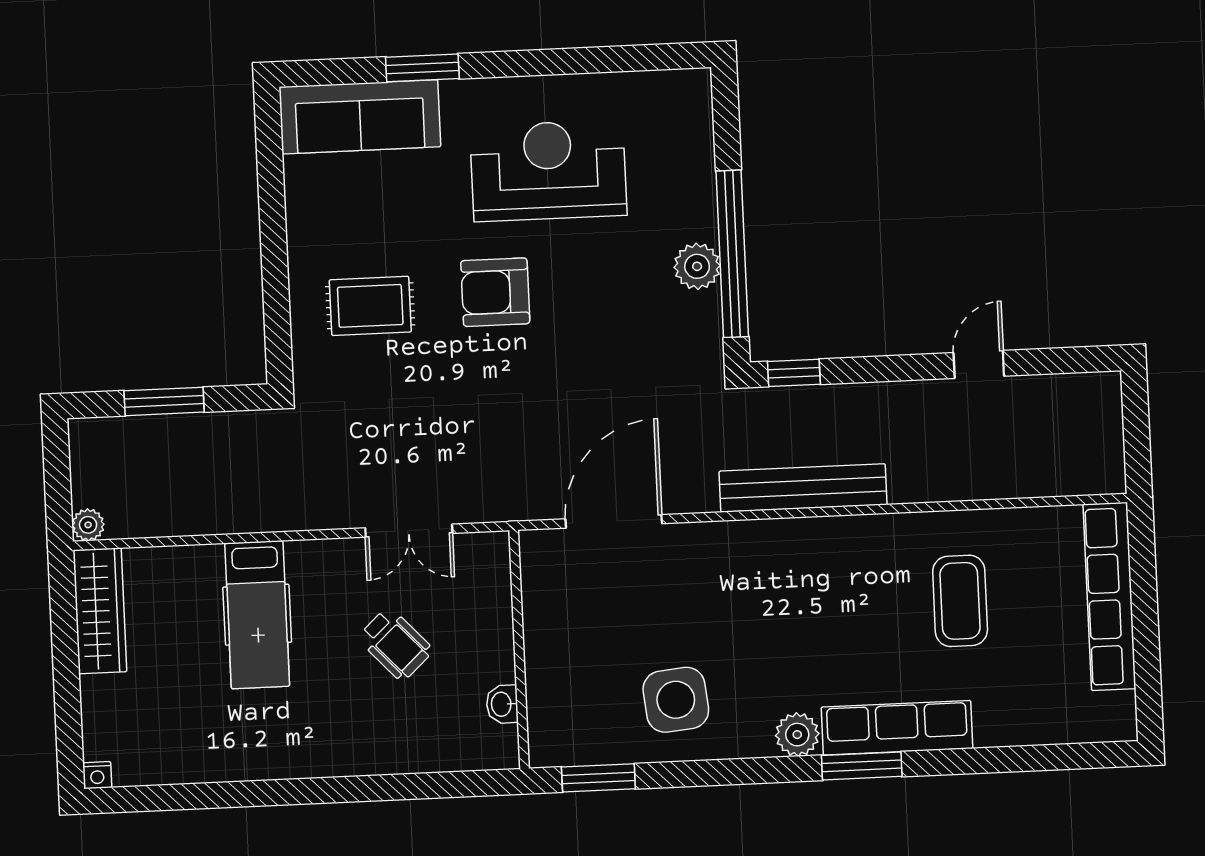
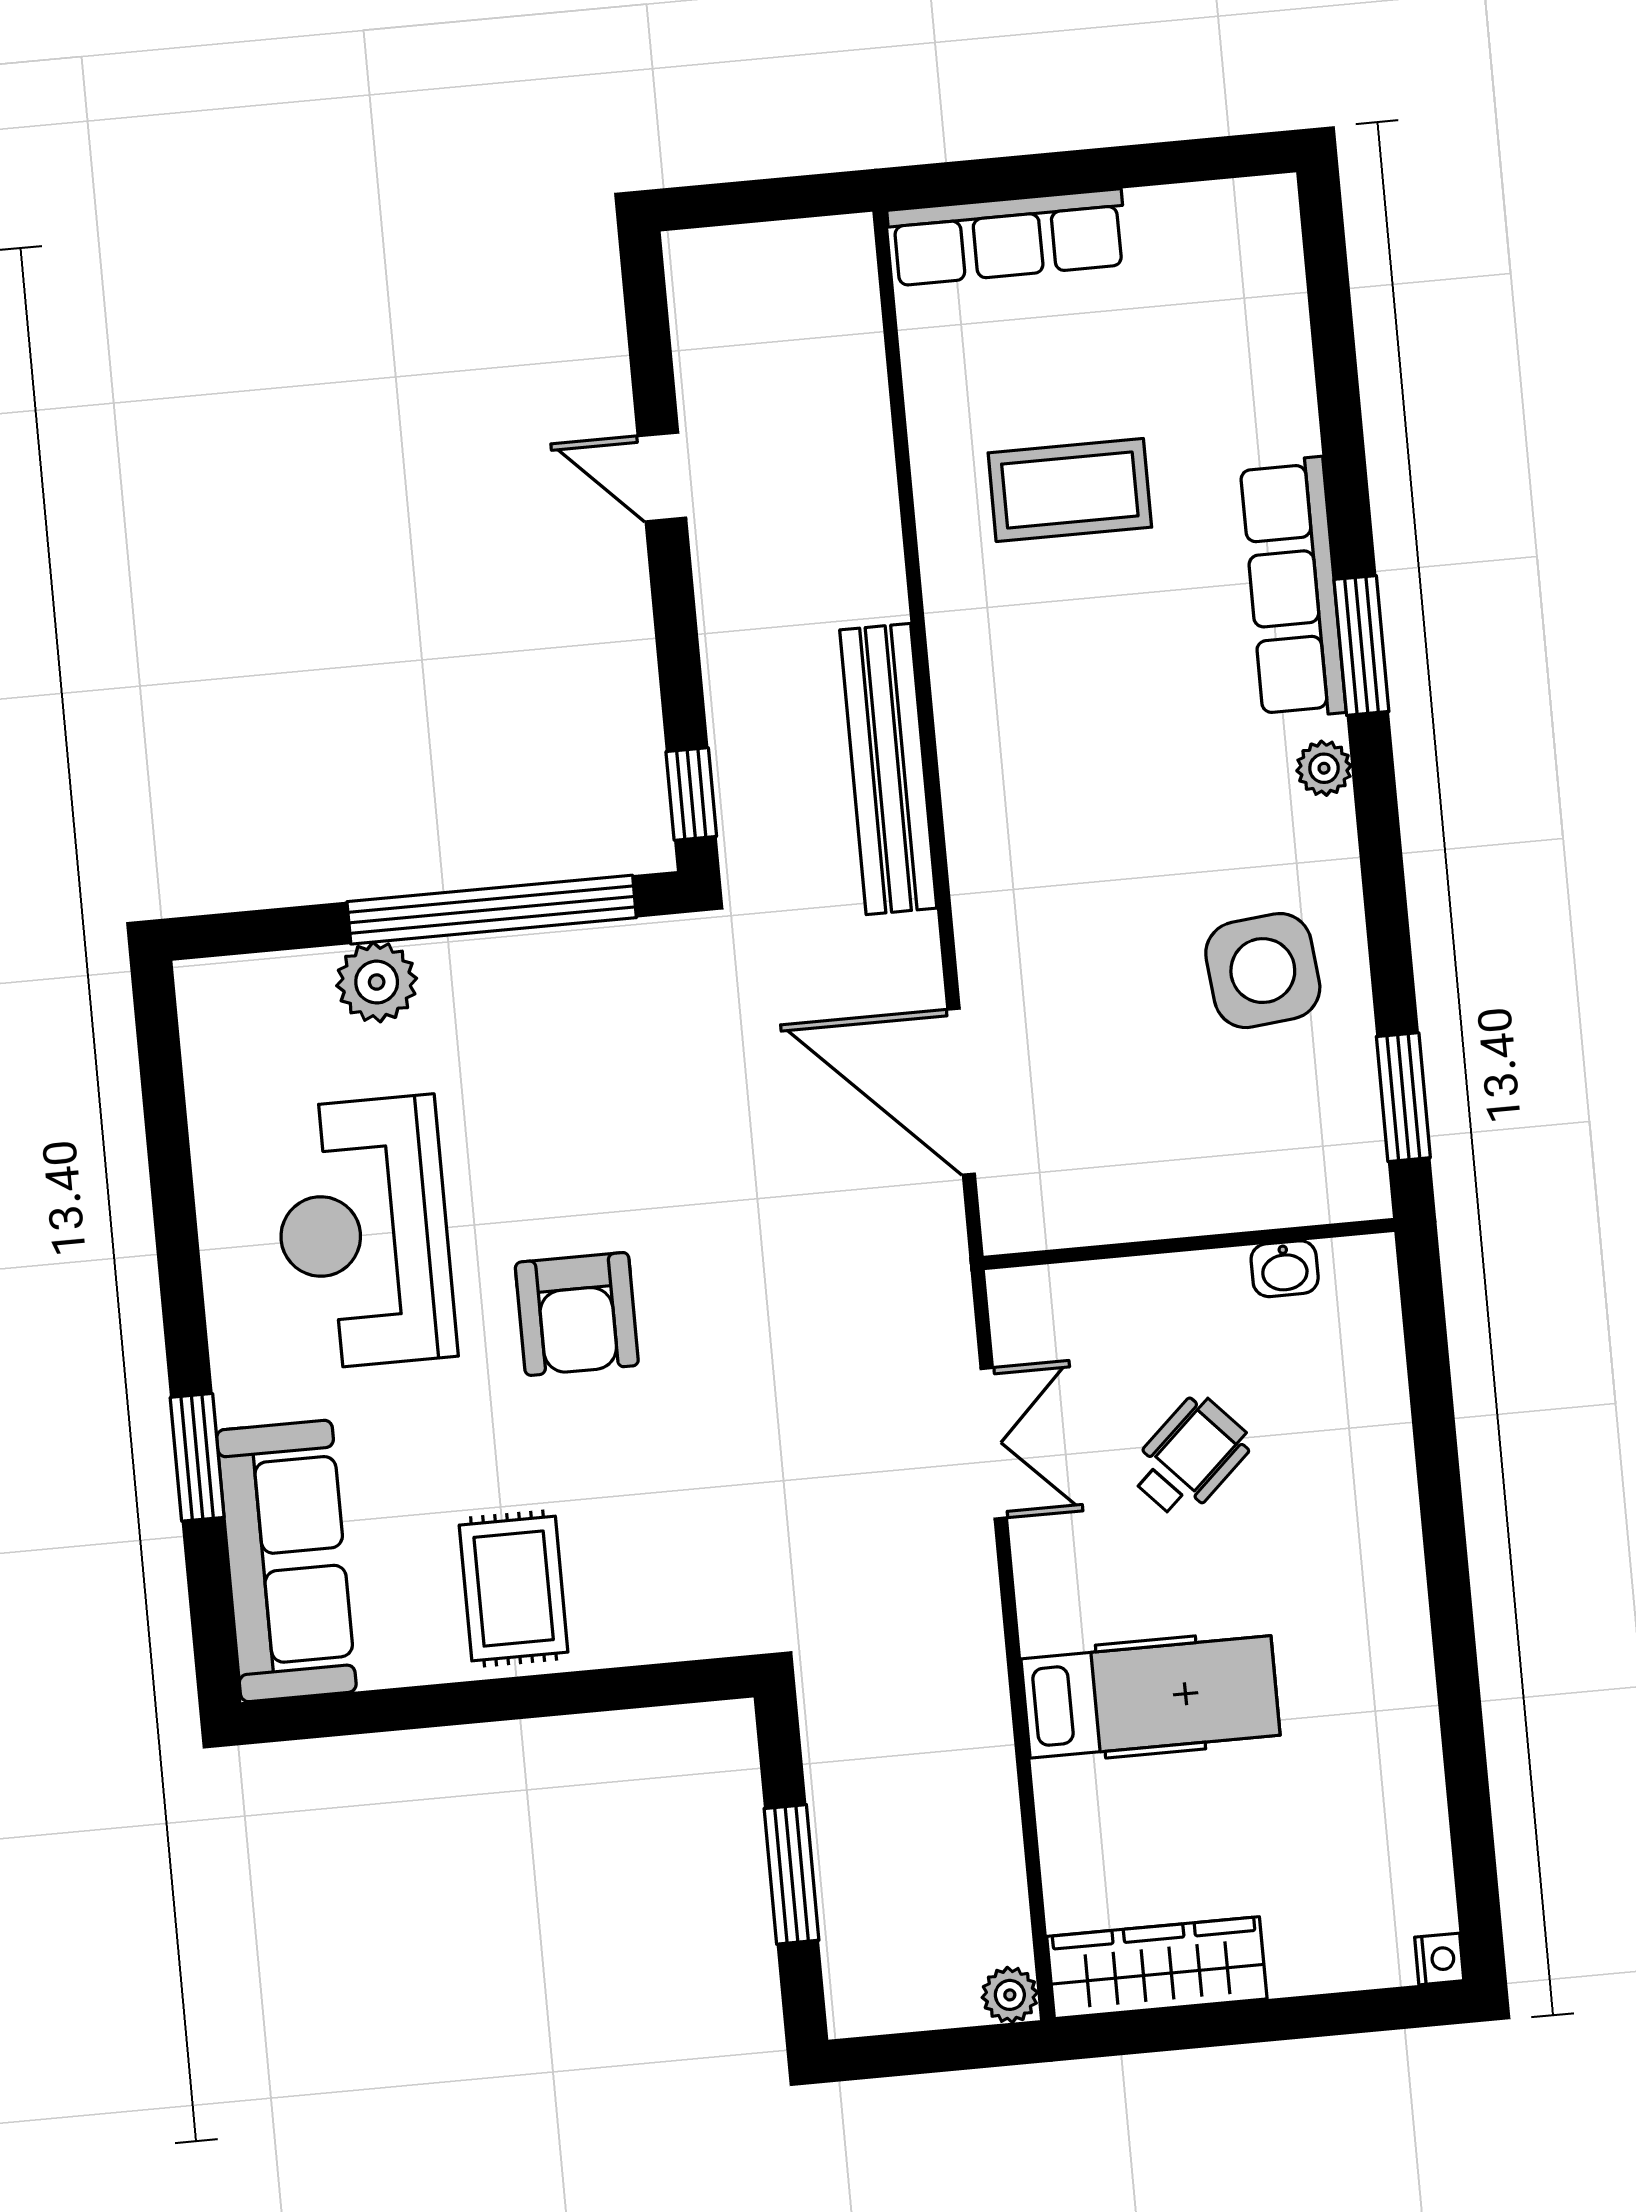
plant: (697, 266) -> (377, 982), moved
rug: (370, 306) -> (514, 1589), moved
row of seats: (1109, 596) -> (1007, 237), width x0.73
plant: (797, 735) -> (1324, 768), width x0.73, depth x0.73

